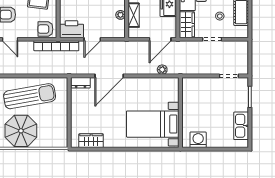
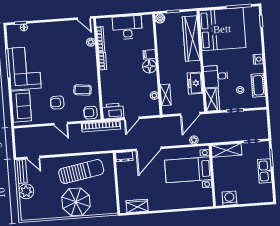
shelving: (199, 84) -> (227, 150), added
bed with nightstands: (153, 124) -> (188, 170), moved
kitchen sink: (241, 126) -> (265, 171), moved

